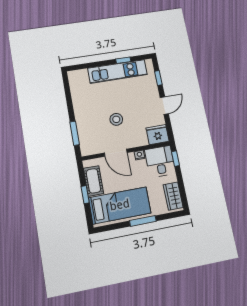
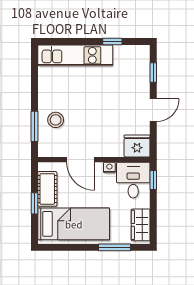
kitchen unit: (118, 71) -> (75, 55), moved
stool: (116, 119) -> (56, 120), moved
window: (143, 221) -> (114, 247), moved

